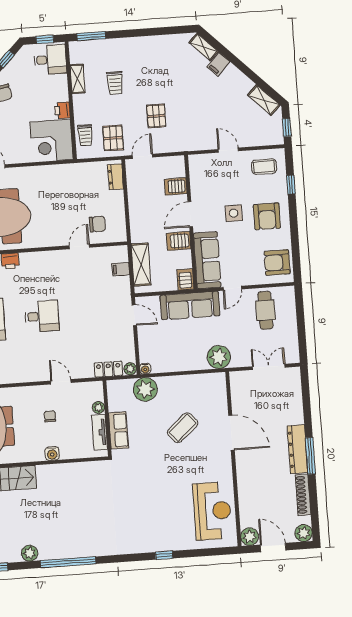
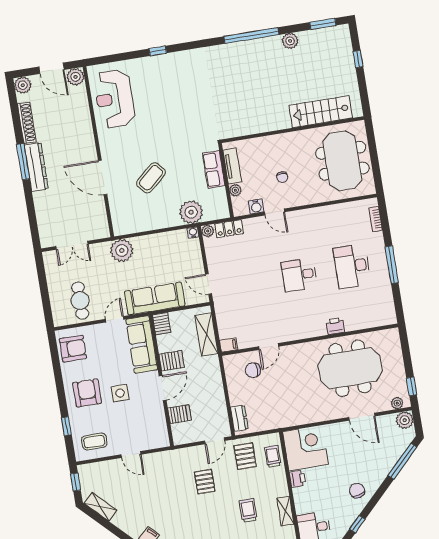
filing cabinet: (121, 269) -> (229, 345), moved
water cooler: (52, 453) -> (256, 206), moved, turned 180

